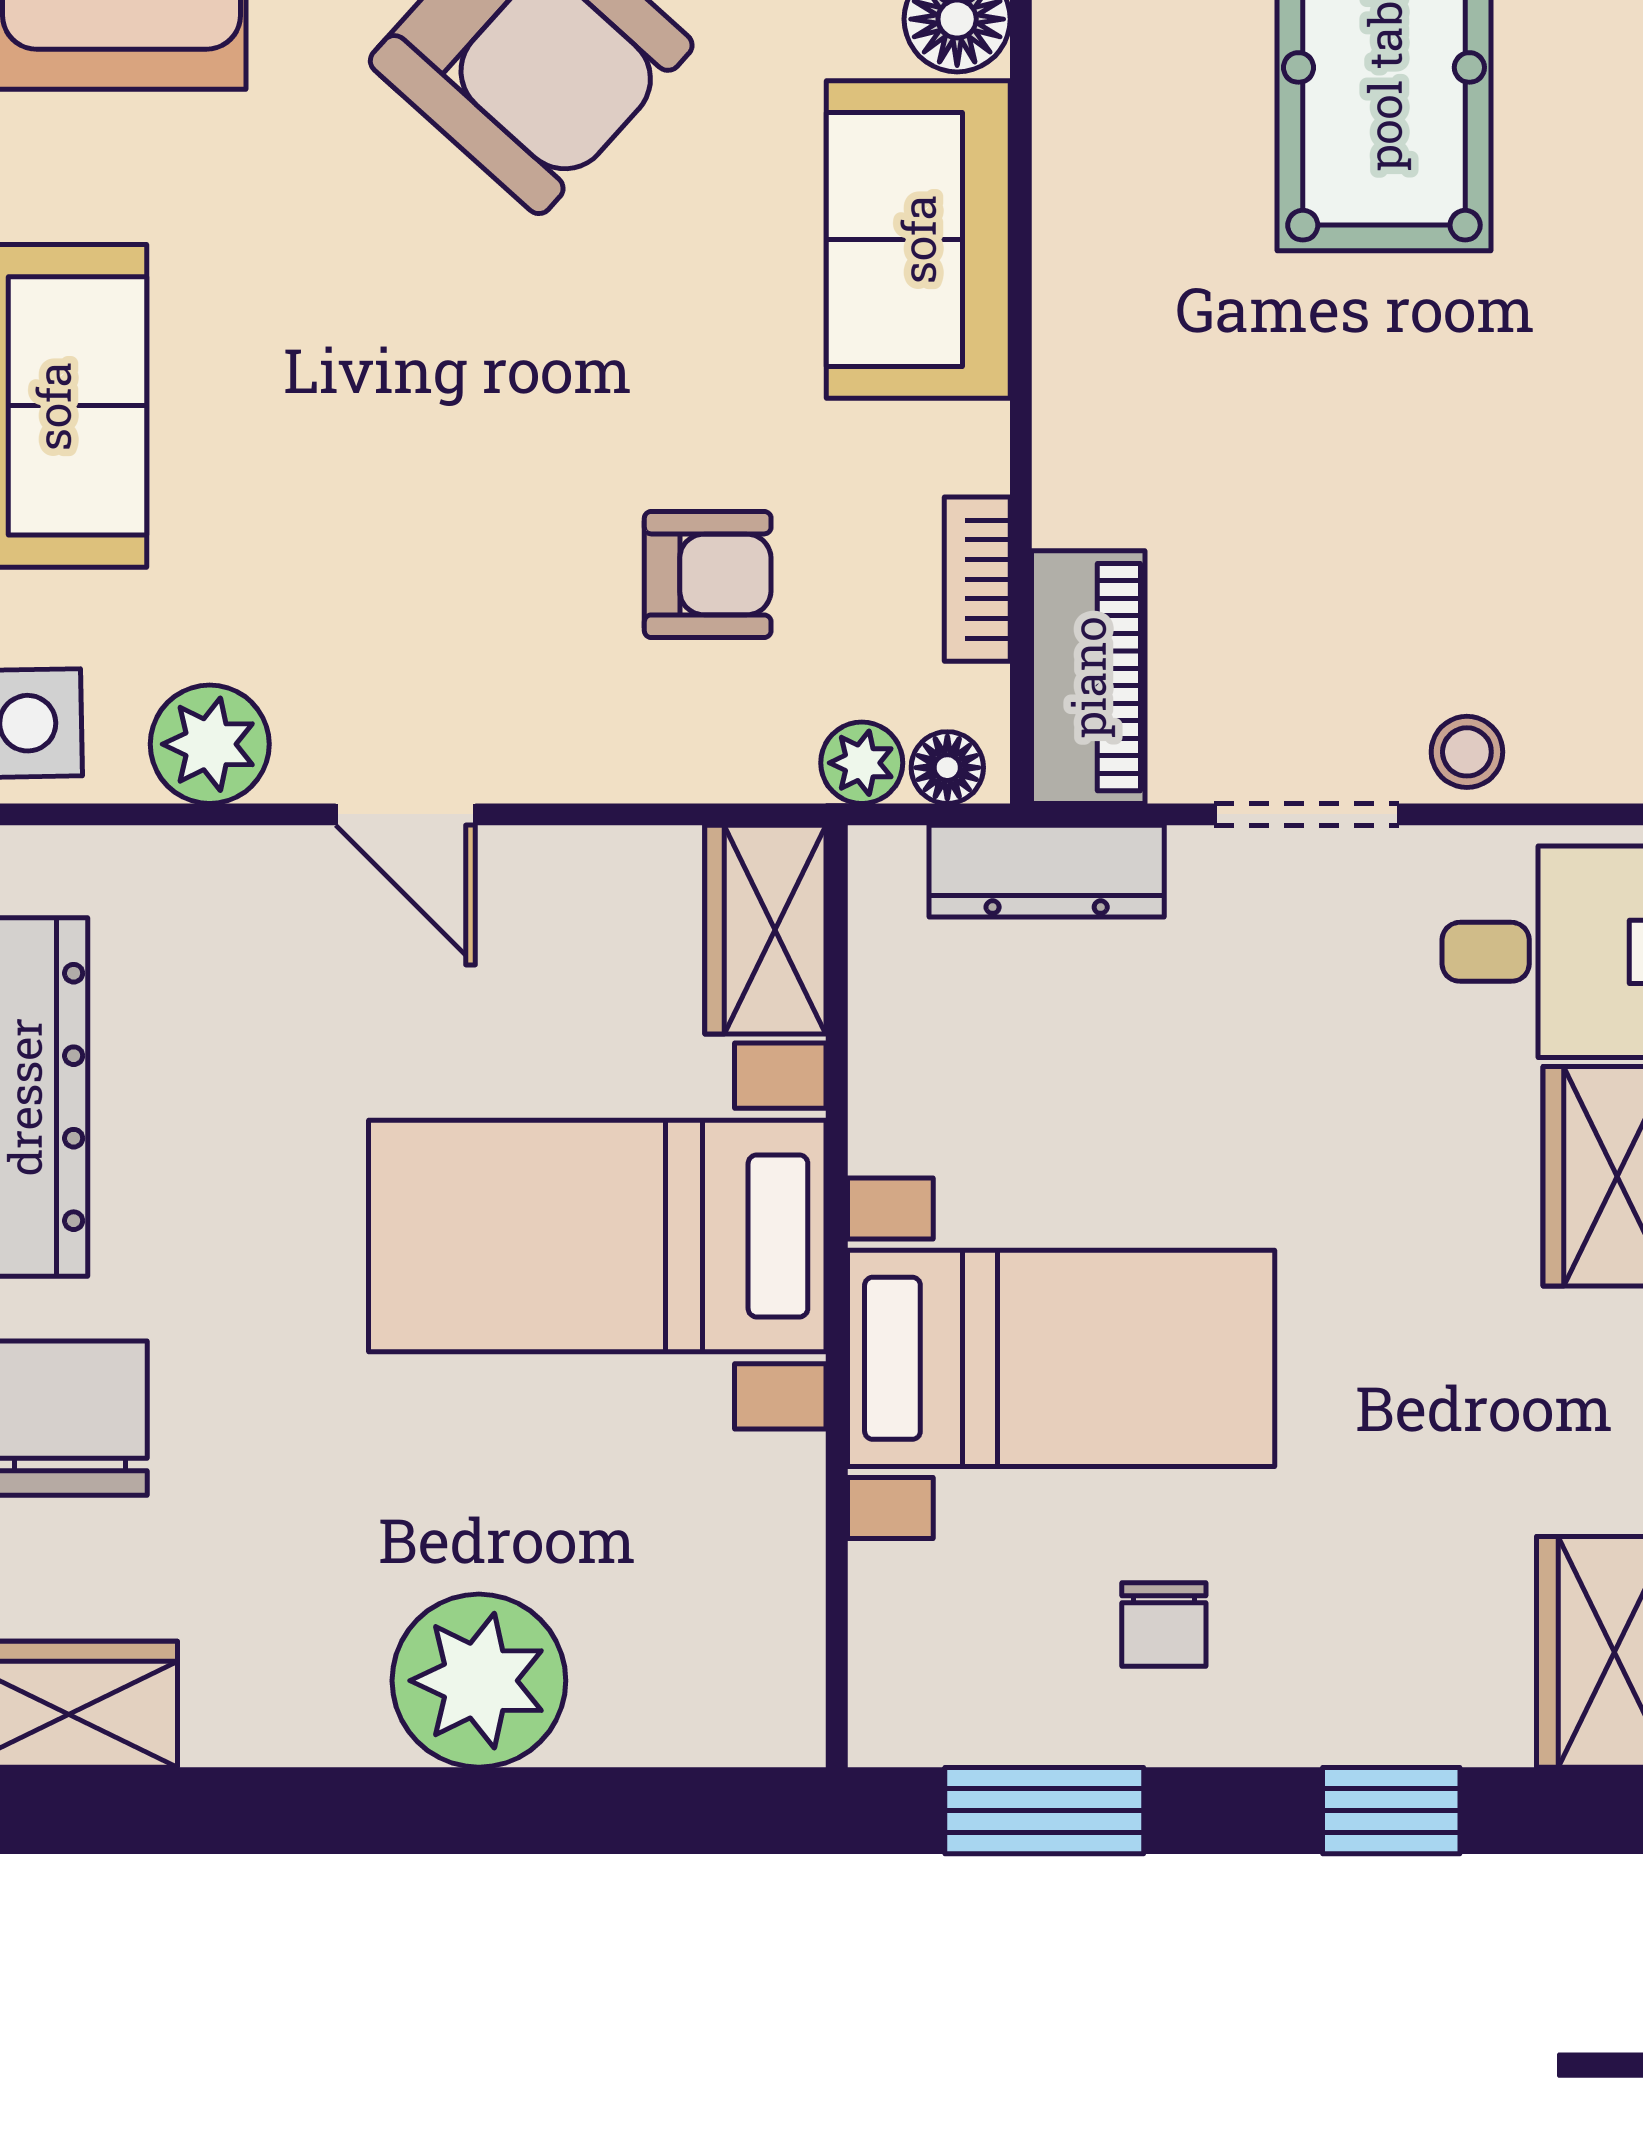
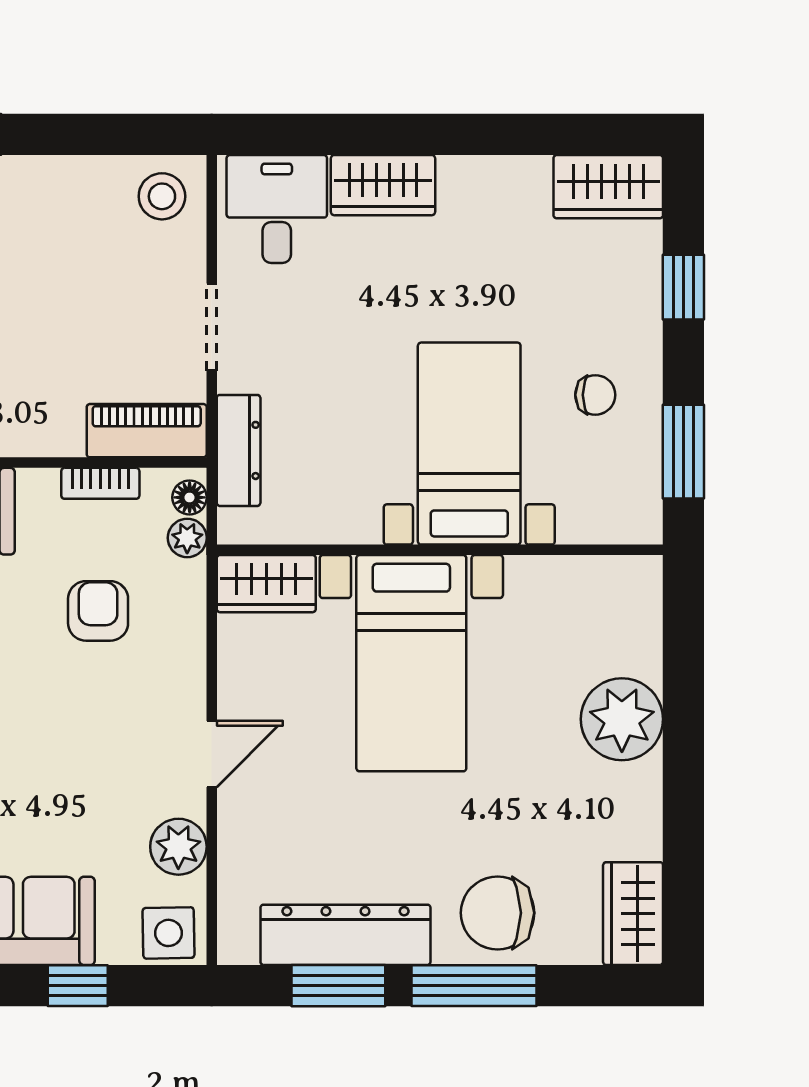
stool: (1467, 752) -> (162, 196), moved, width x1.37, depth x1.37

